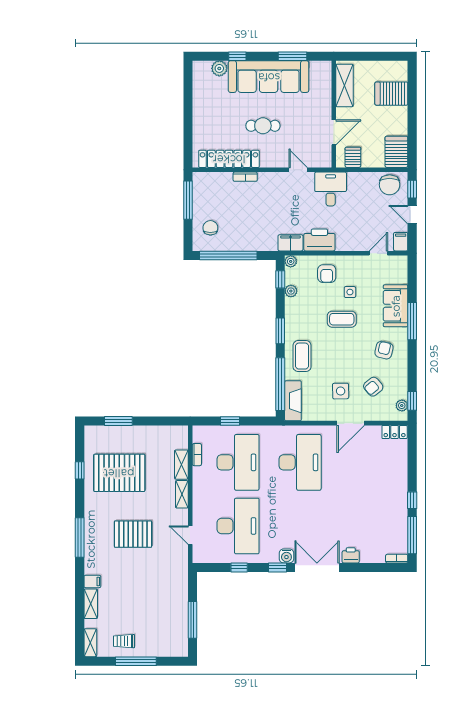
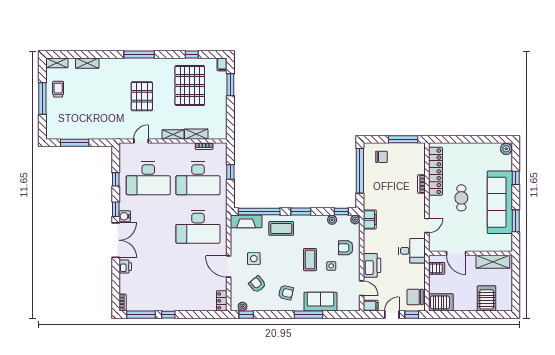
plant: (219, 68) -> (506, 149), moved
printer: (319, 240) -> (372, 265), moved
filing cabinet: (92, 581) -> (222, 64), moved

